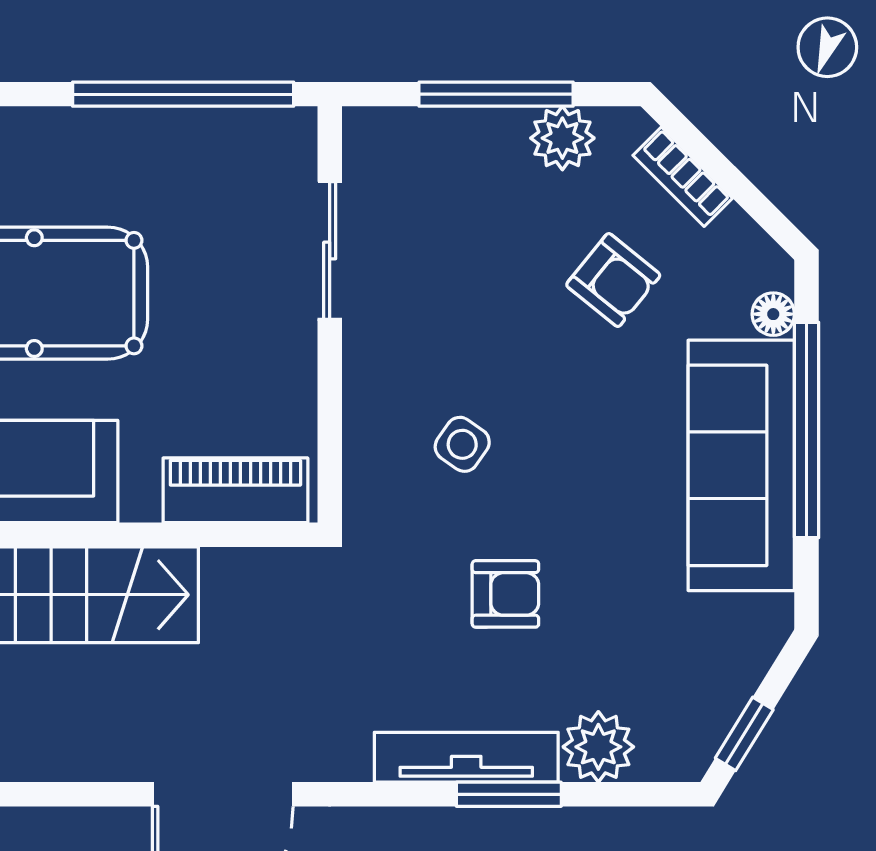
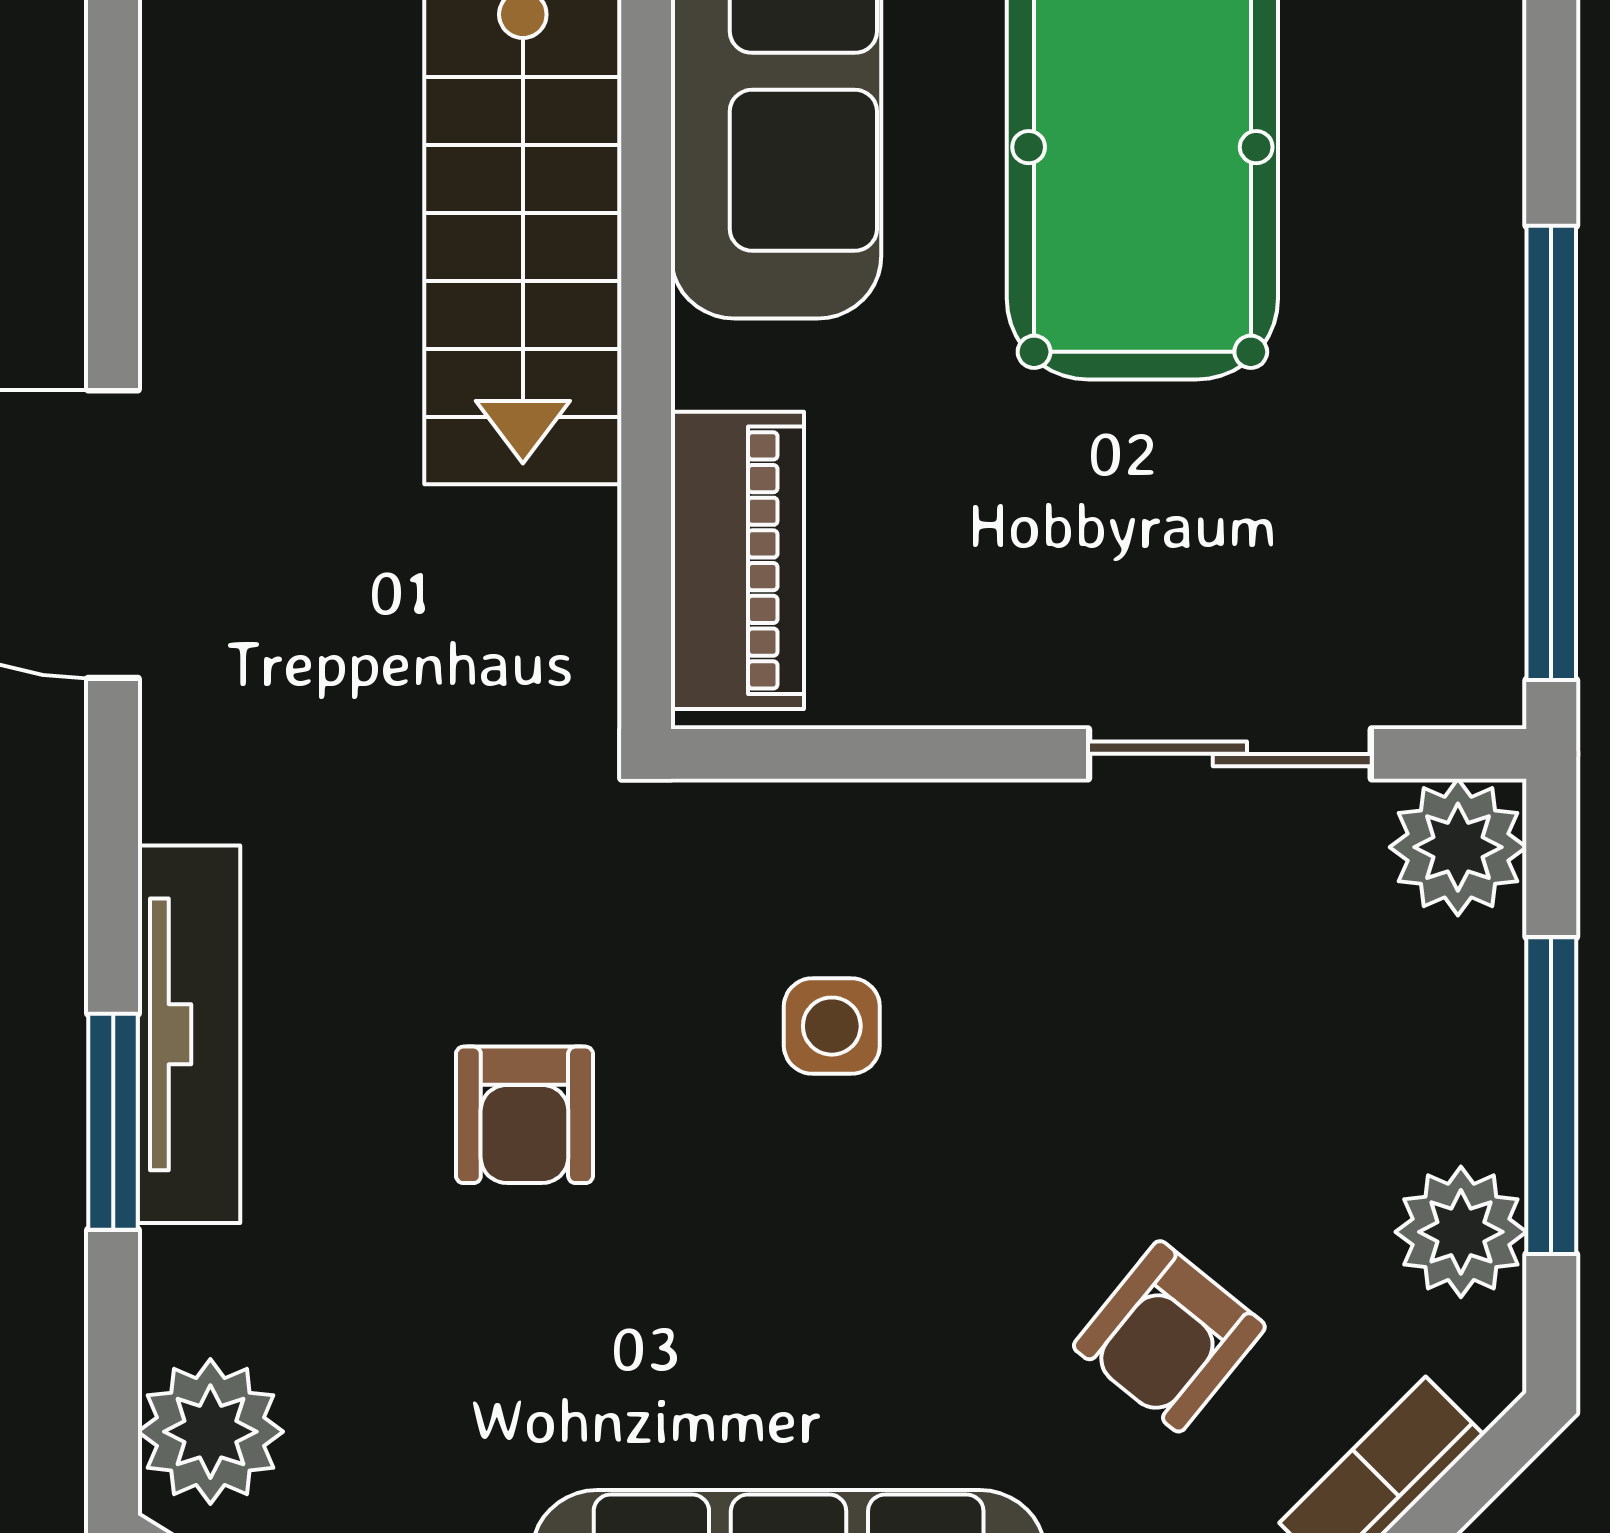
plant: (375, 139) -> (1458, 847), added
side table: (462, 444) -> (832, 1026), turned -35
plant: (598, 747) -> (210, 1432), moved

